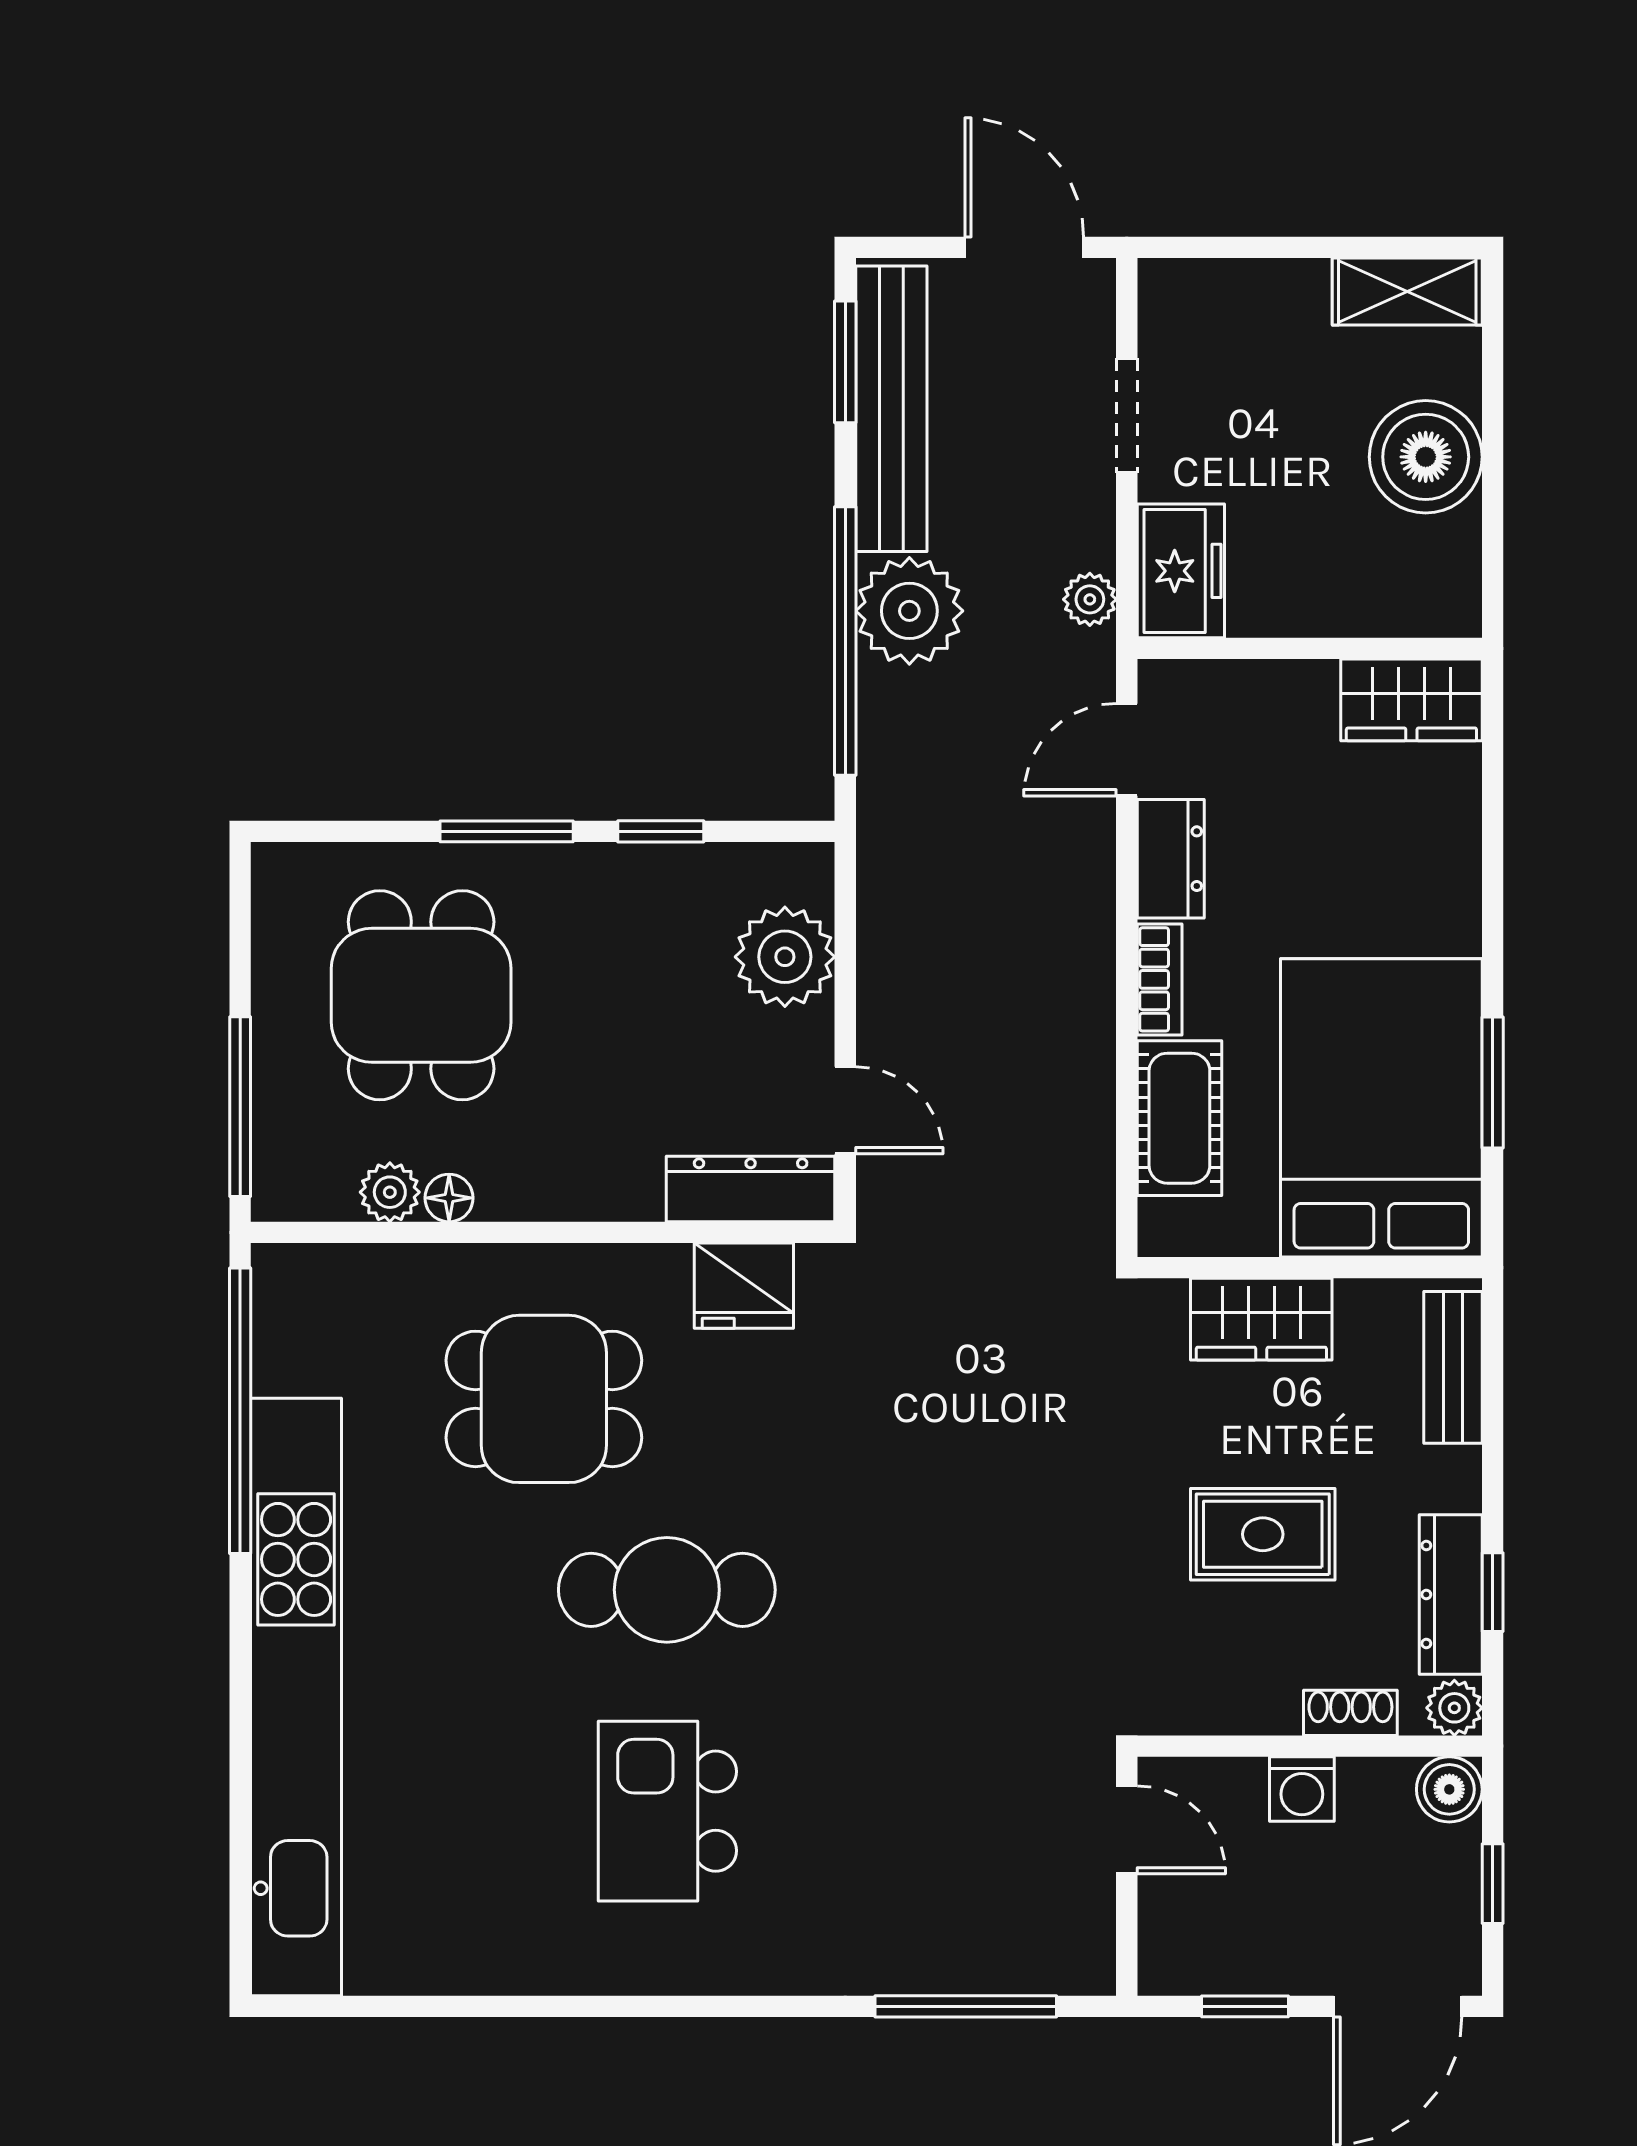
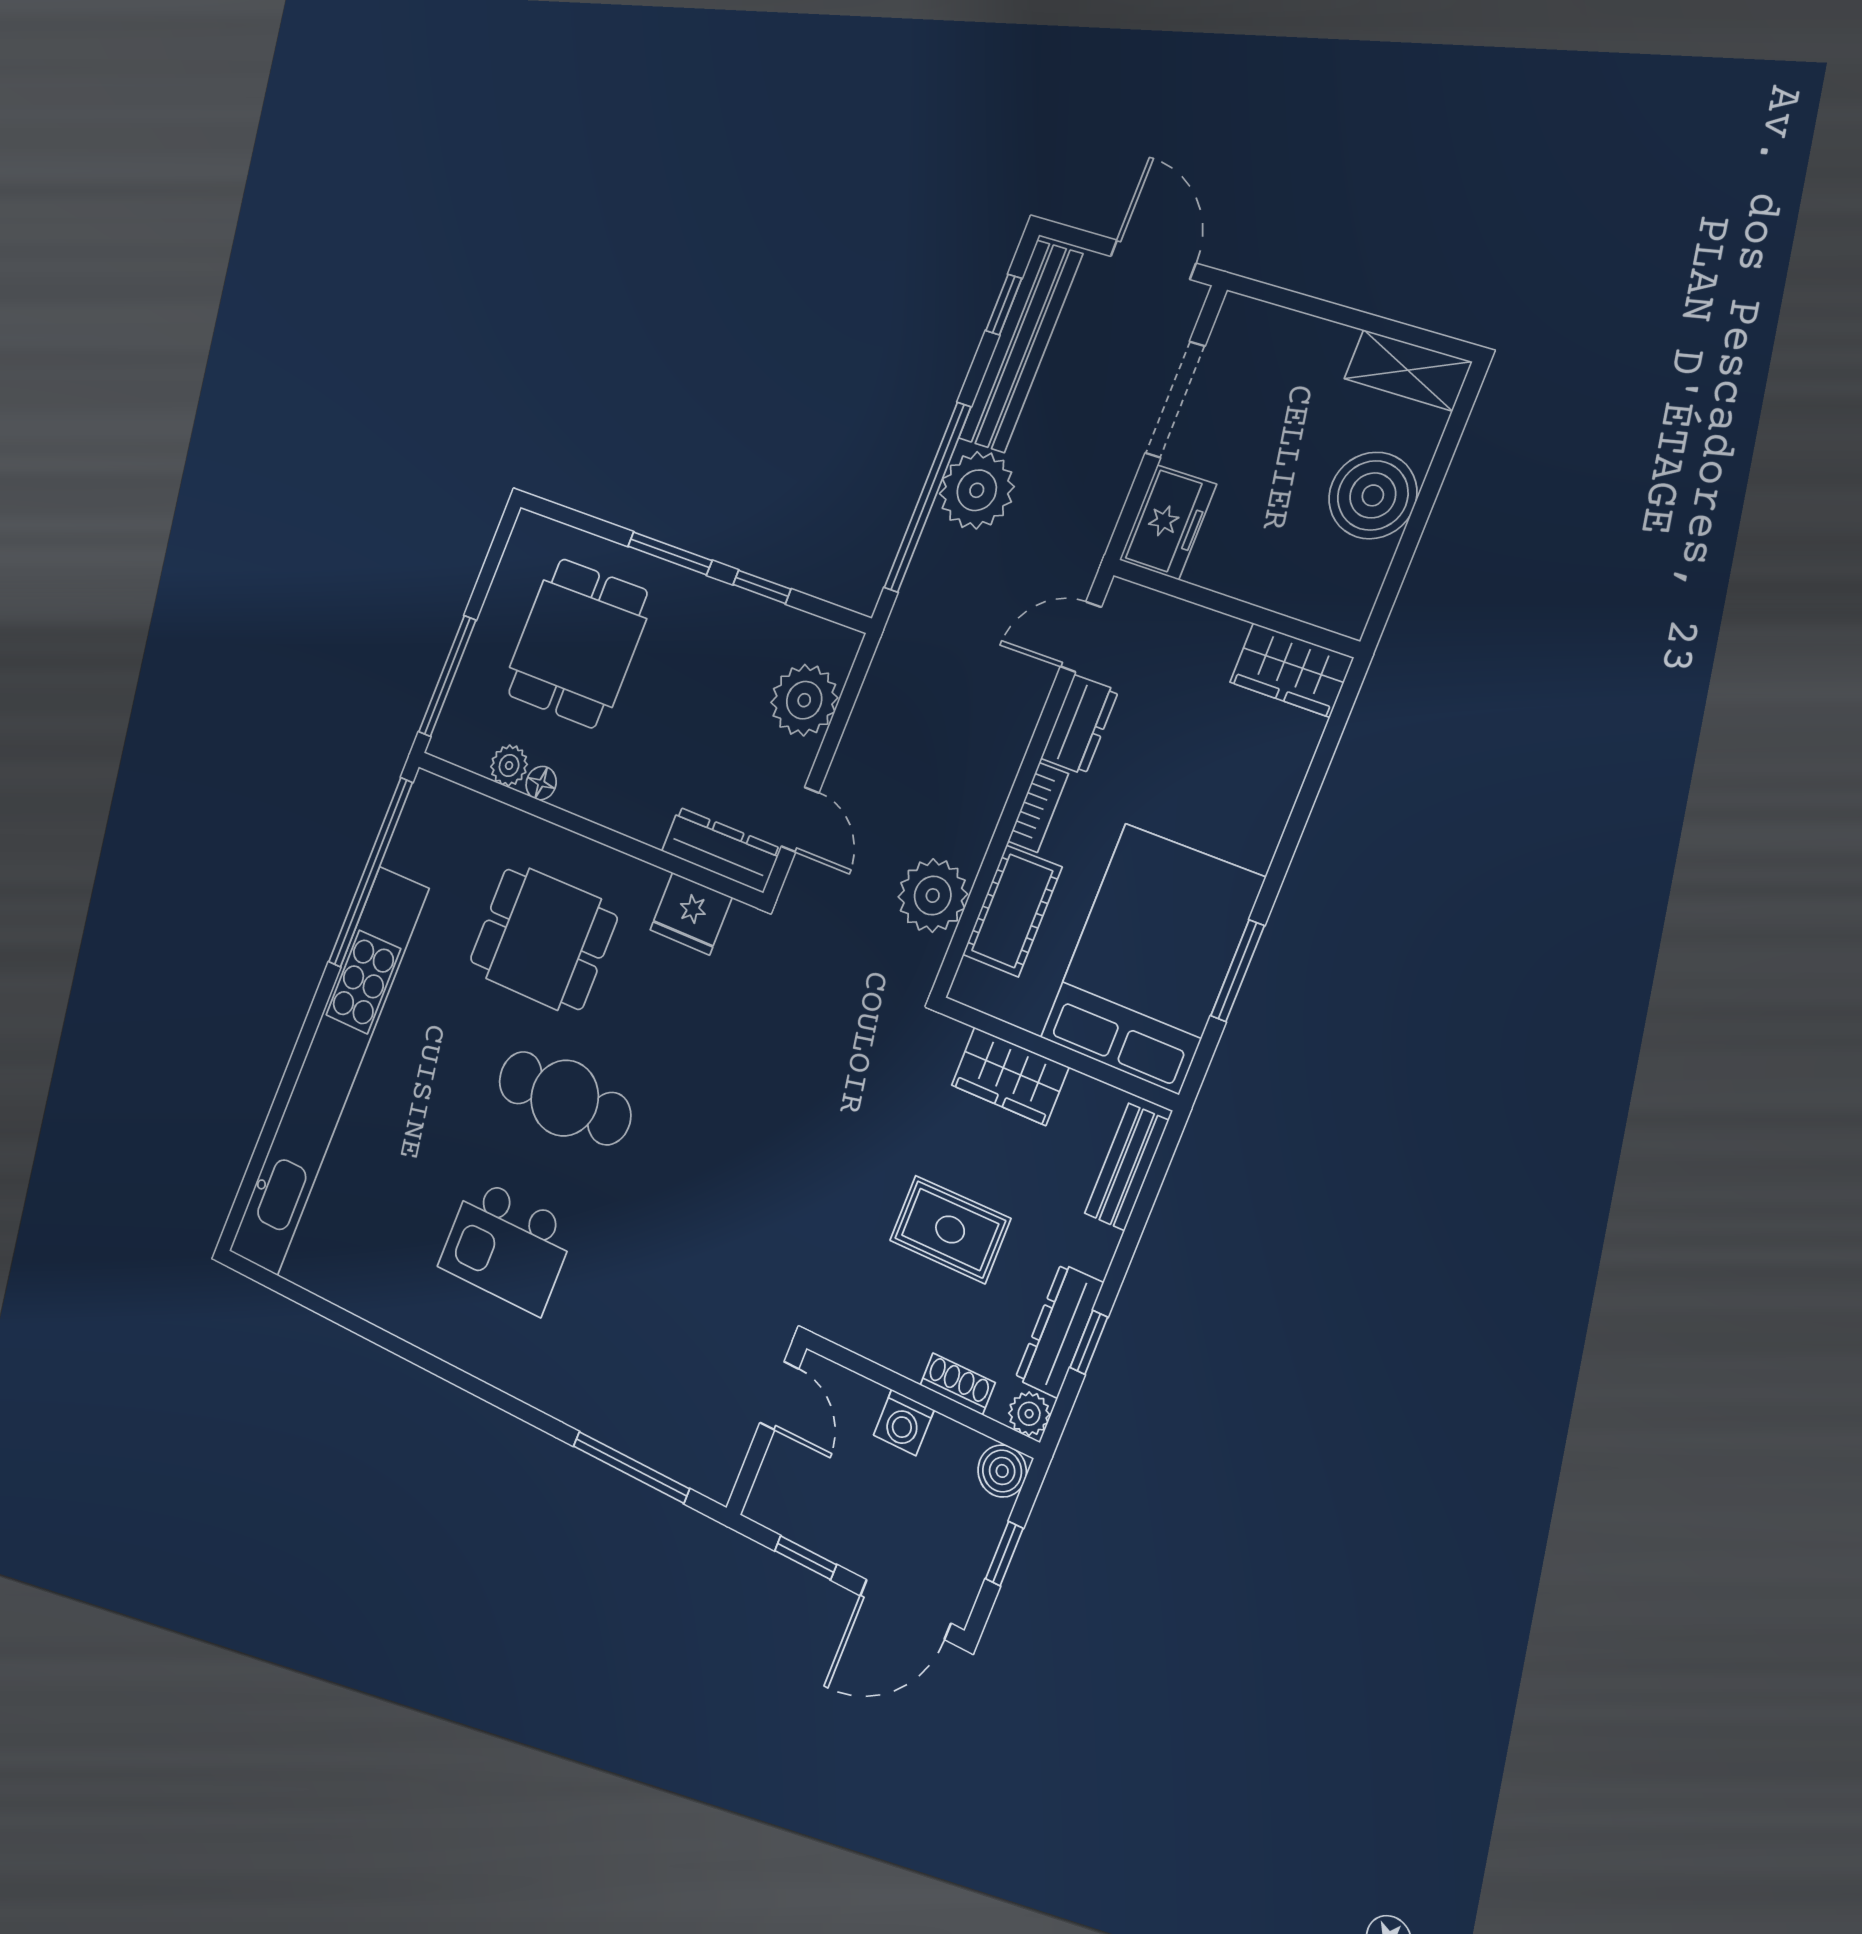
window: (845, 362) -> (1004, 305), width x0.67
doorway: (1127, 415) -> (1175, 400), width x1.38
plant: (1090, 599) -> (933, 896), moved, width x1.88, depth x1.88
kitchen island: (667, 1811) -> (507, 1246), turned -90

